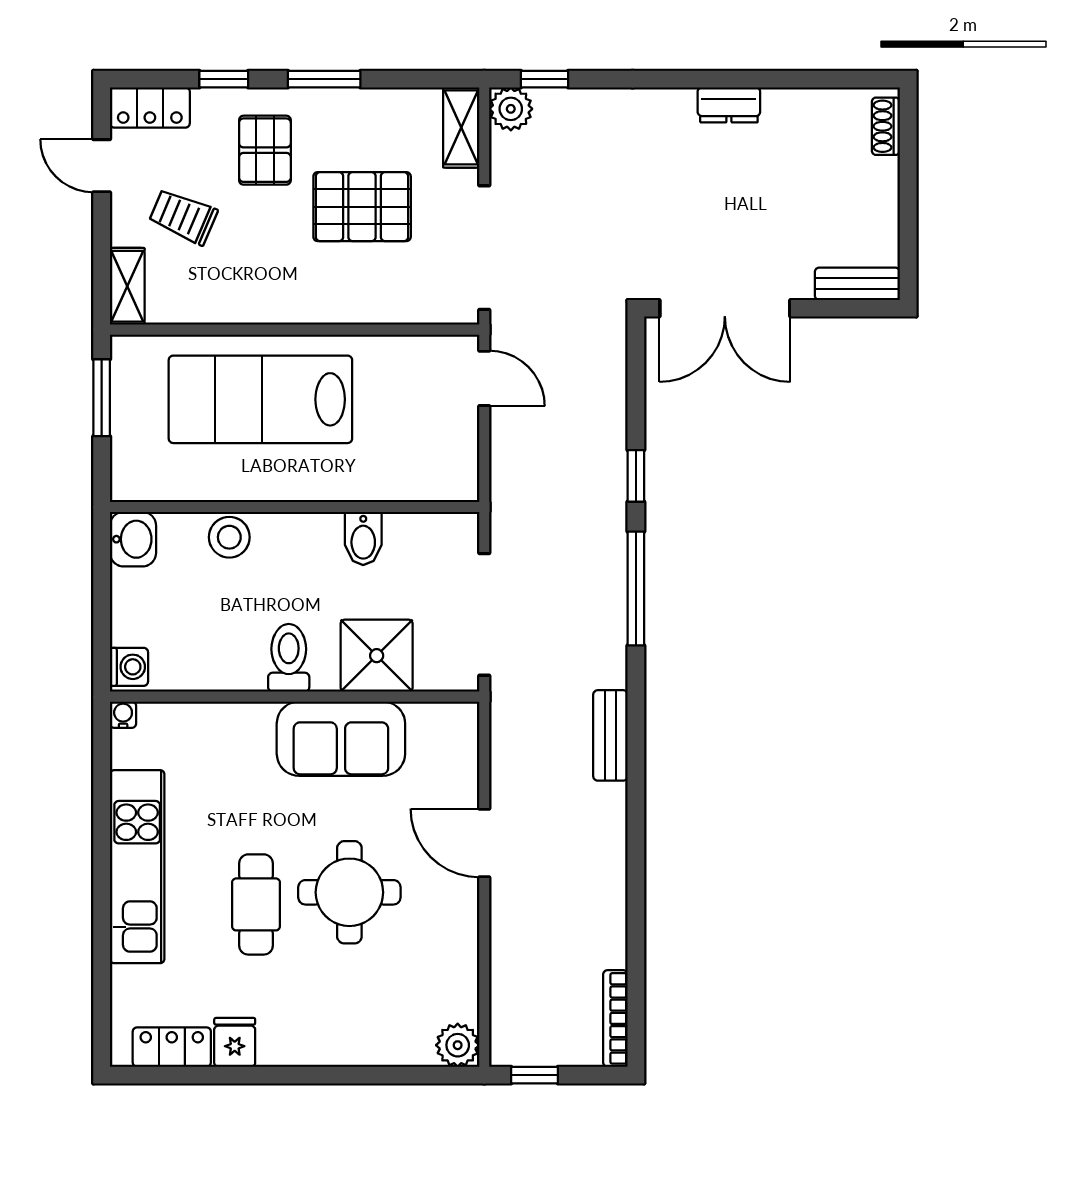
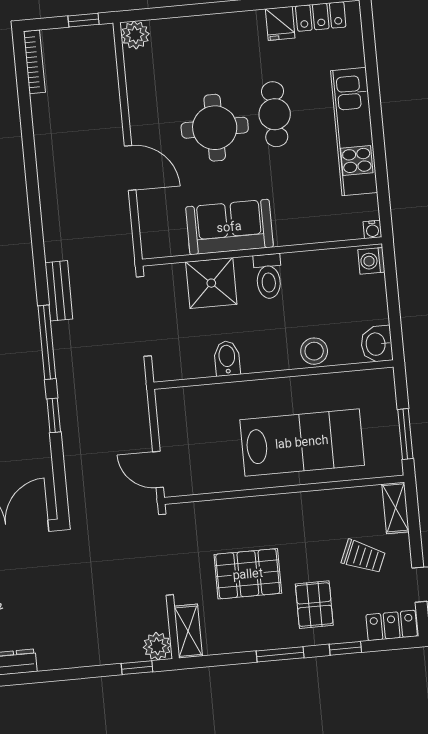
bench: (610, 735) -> (59, 291), moved

